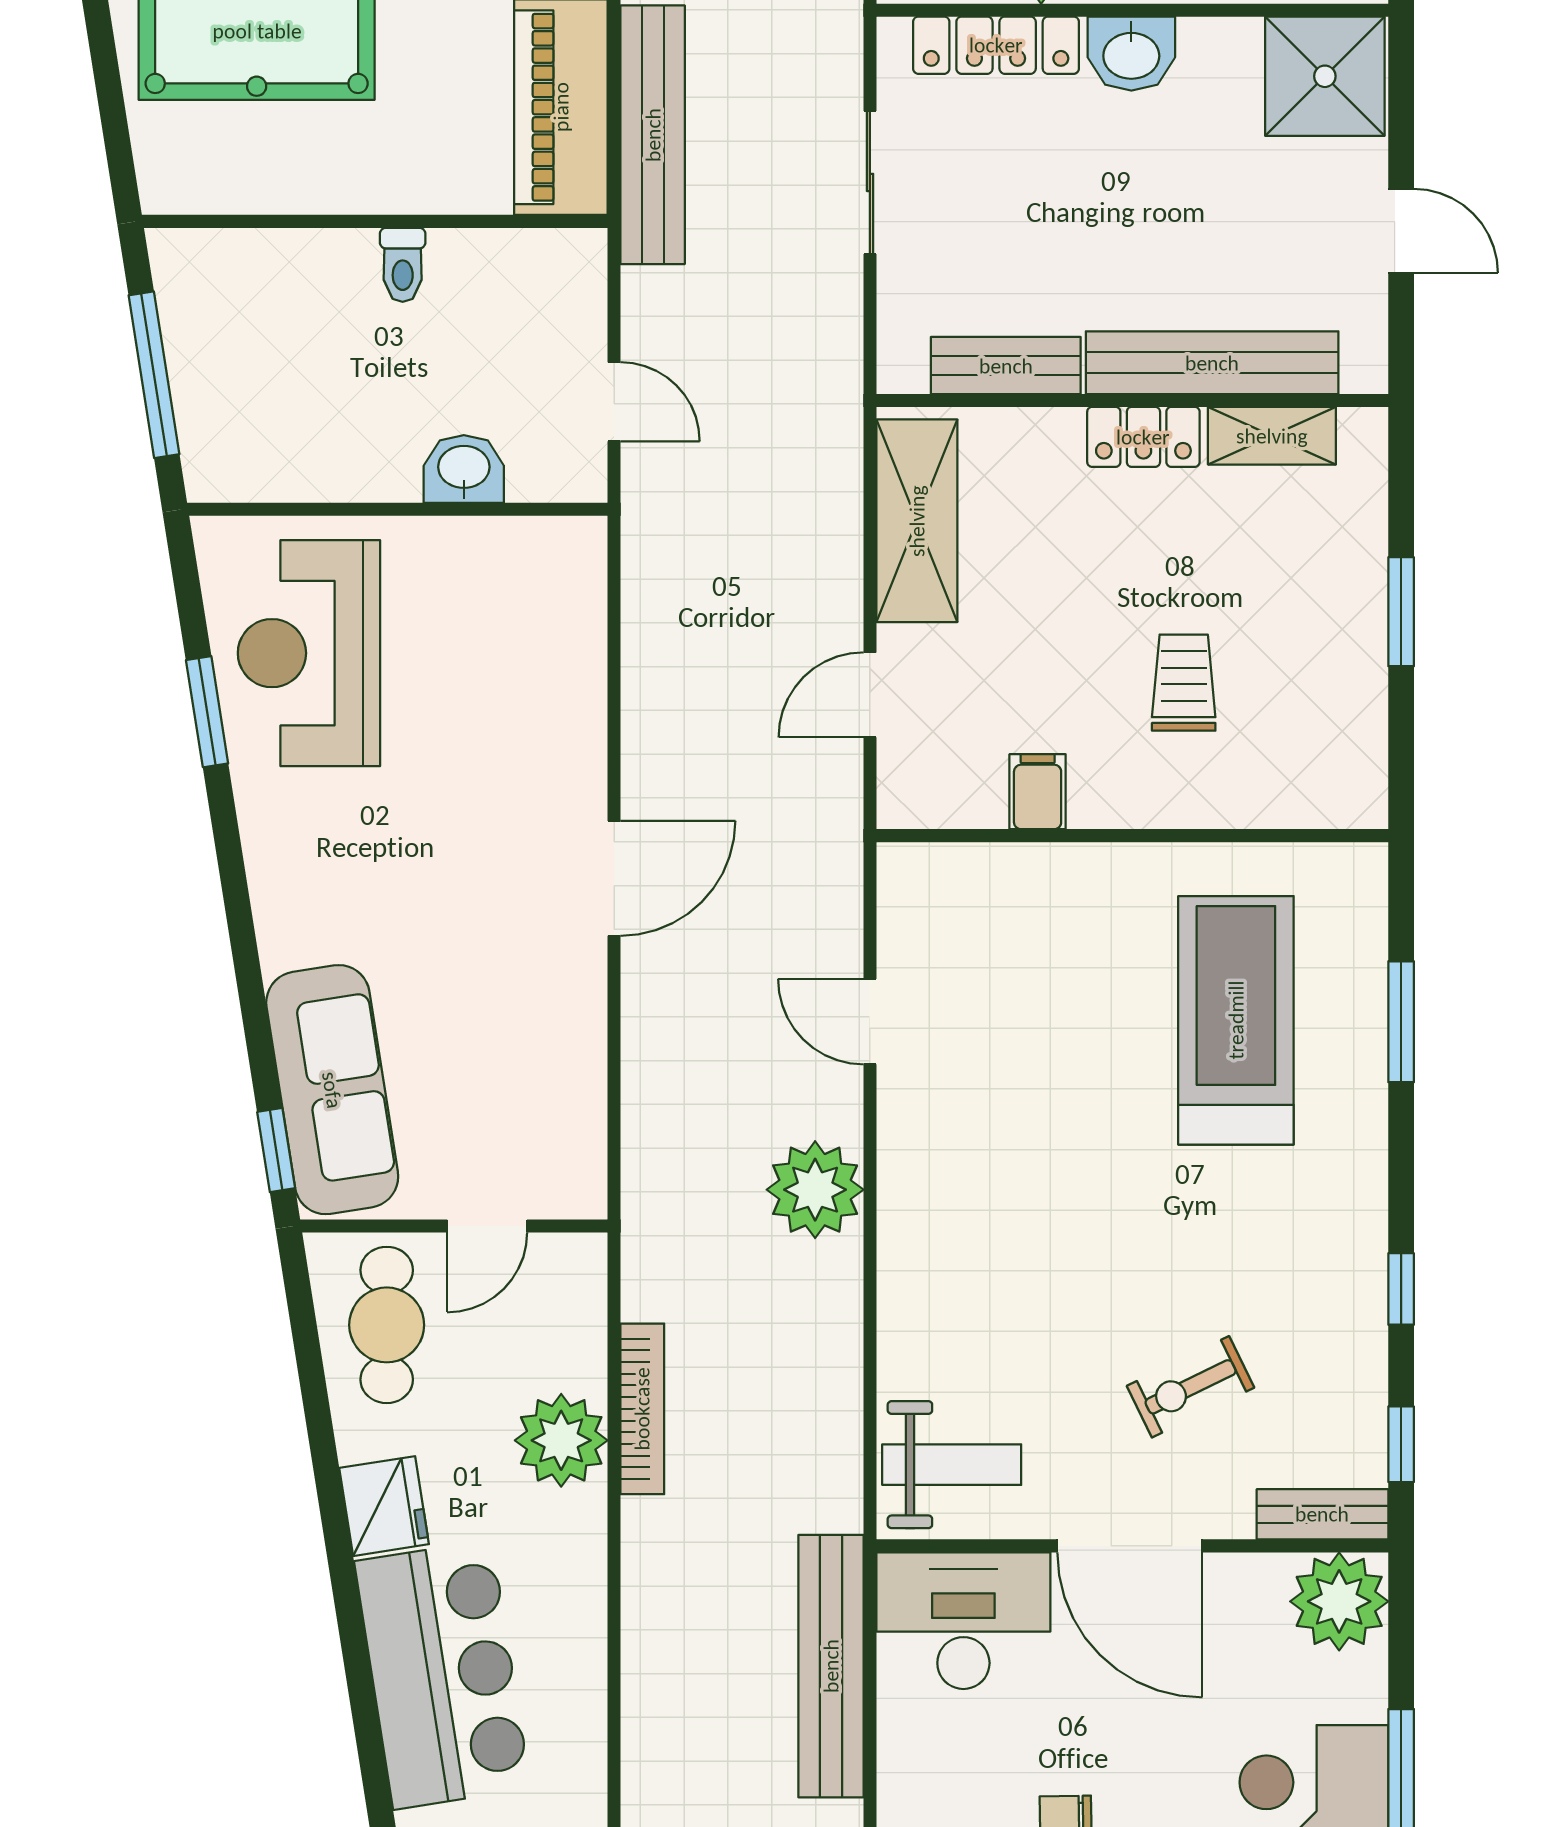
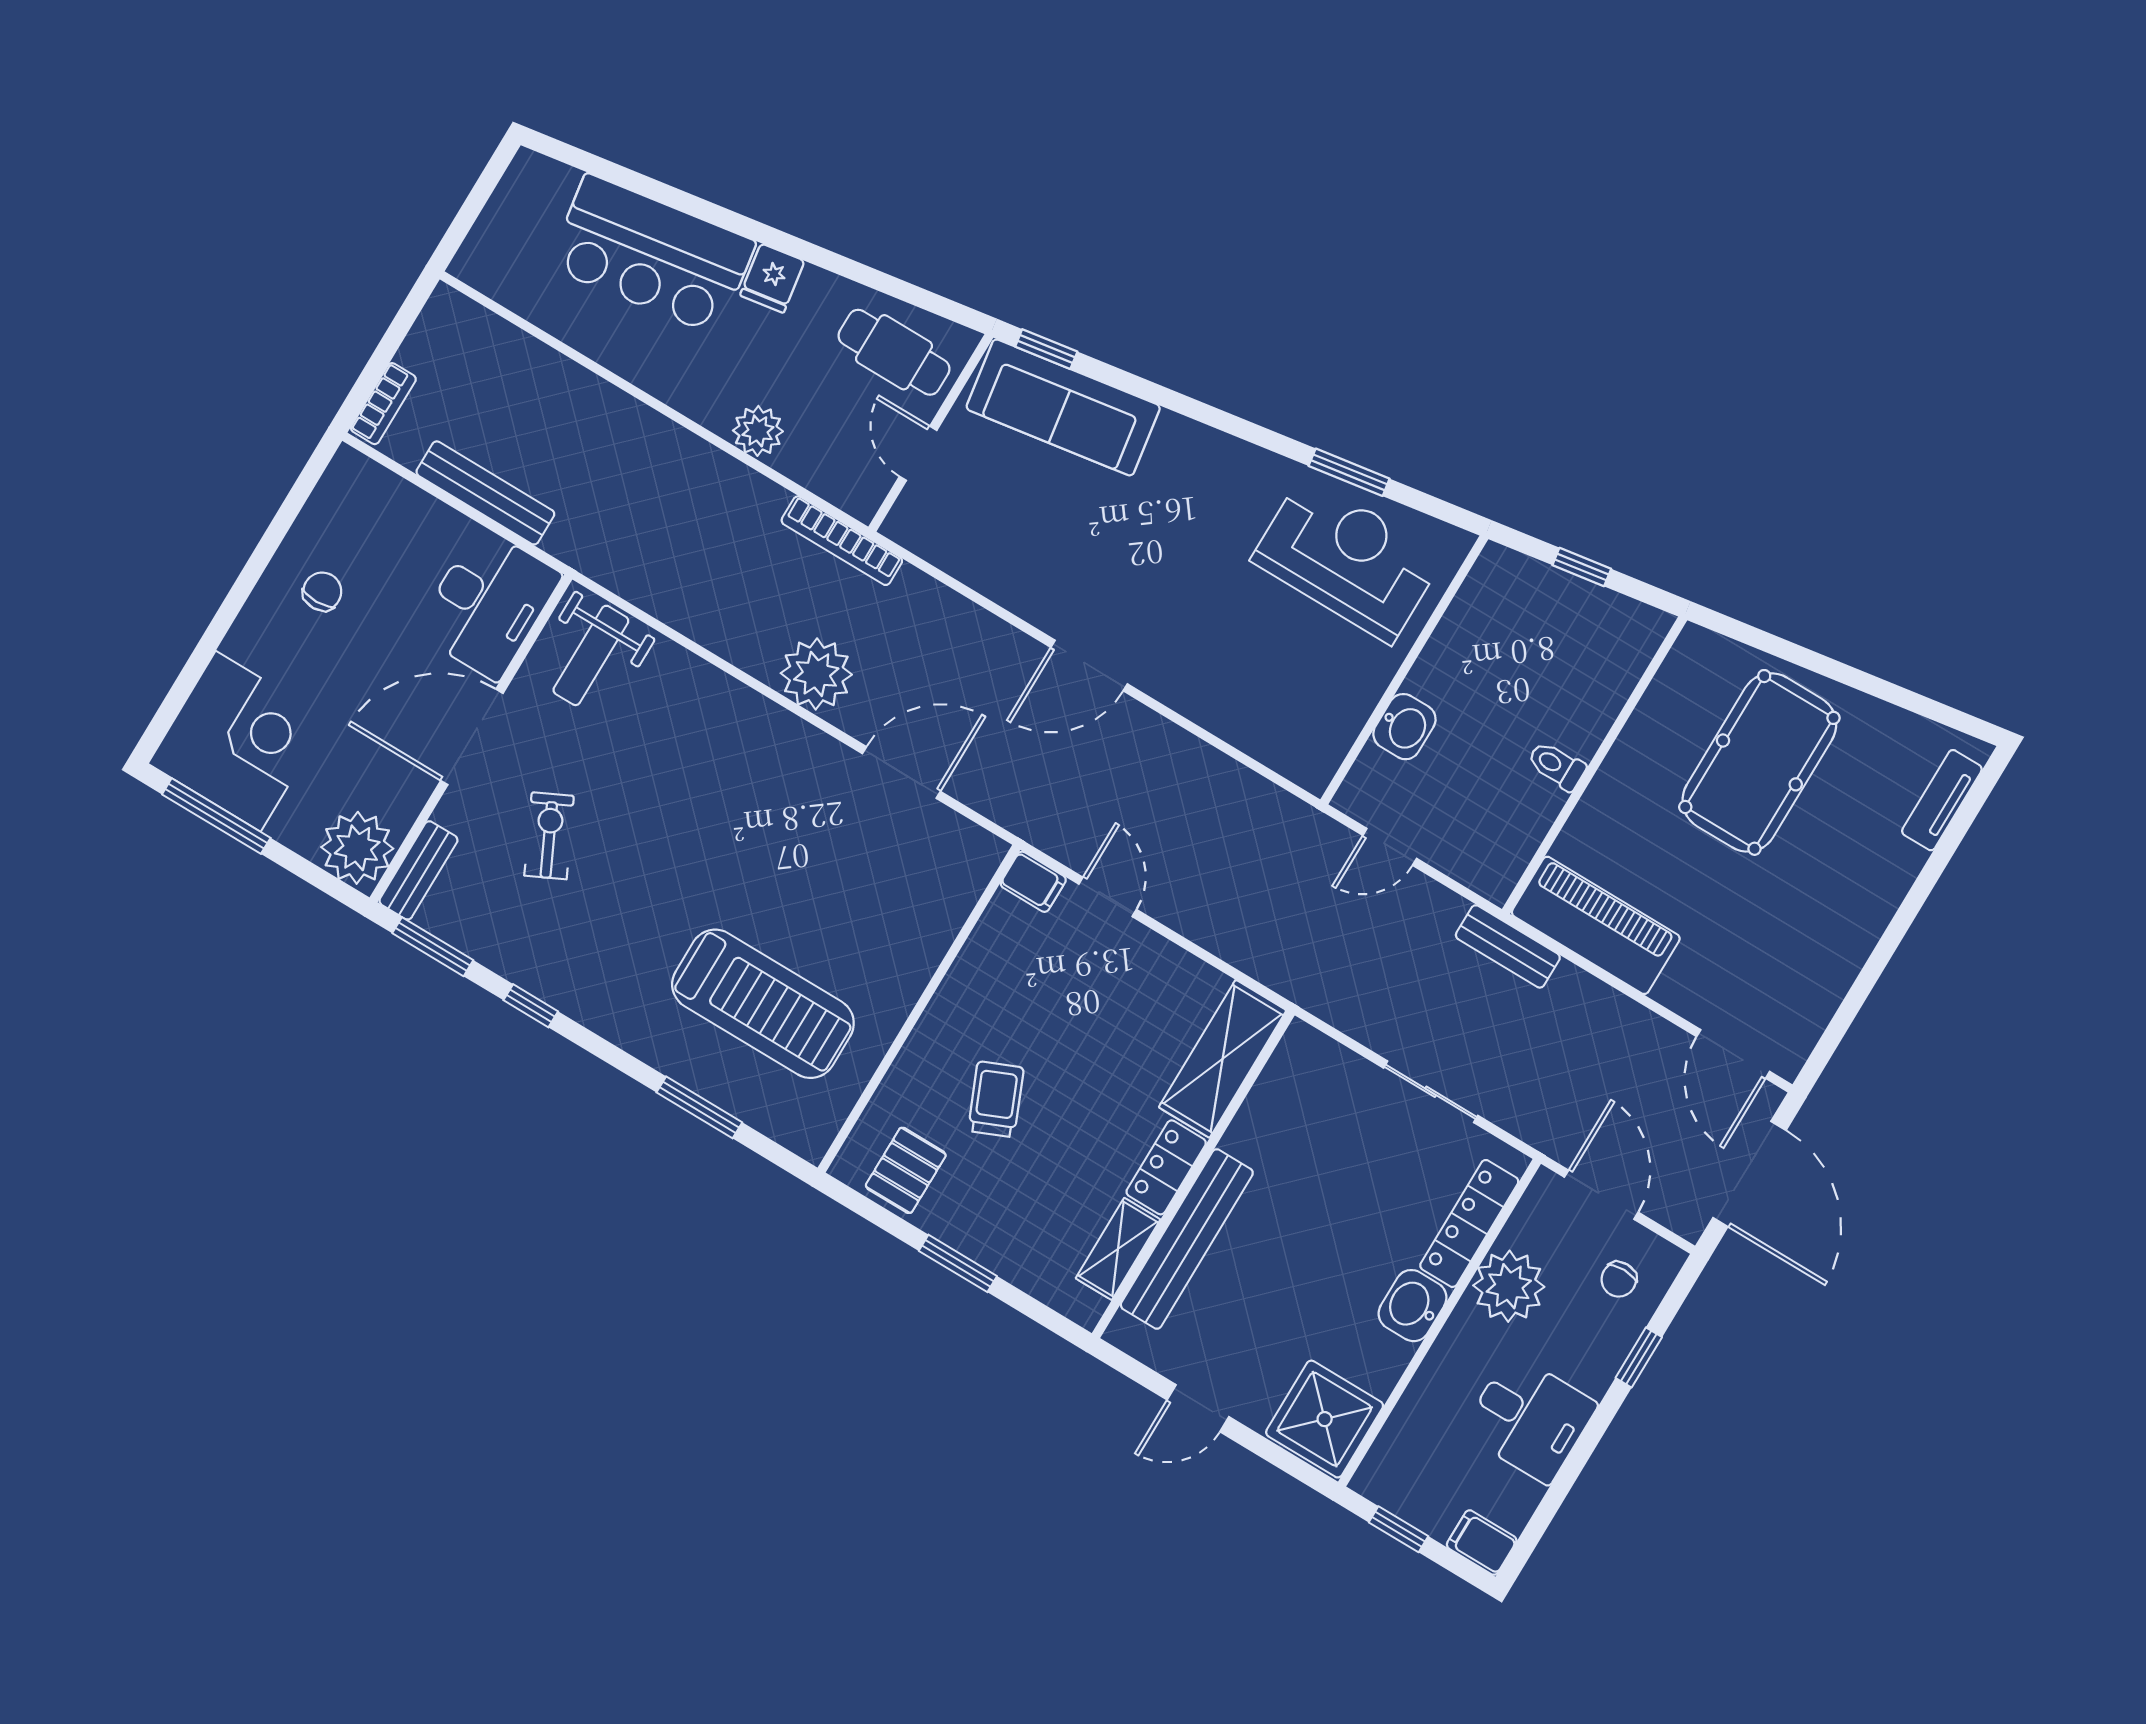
bench: (653, 135) -> (1508, 946), width x0.54, depth x0.82
bench: (1006, 366) -> (1264, 1108), removed
window: (154, 375) -> (1582, 567), width x0.46
shelving: (917, 521) -> (1223, 1059), moved, turned 90
trolley: (1184, 683) -> (996, 1099), turned -113
pallet: (1329, 738) -> (906, 1170), added
filing cabinet: (1038, 792) -> (1033, 882), moved
door: (614, 878) -> (1089, 666), hinge flipped
door: (870, 1022) -> (901, 772), width x1.38
bookcase: (642, 1409) -> (842, 541), moved
plant: (561, 1440) -> (758, 431), width x0.73, depth x0.73
window: (1401, 1444) -> (433, 947), width x1.50
fridge: (384, 1506) -> (772, 278), width x0.72
bench: (831, 1666) -> (485, 493), width x0.73, depth x0.82

